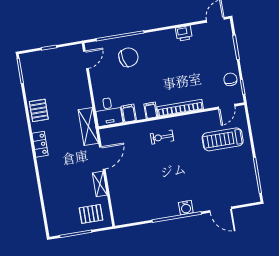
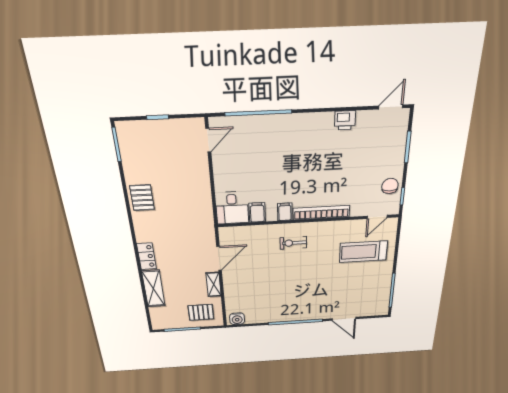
chair: (128, 57) -> (266, 143), removed
shelving: (88, 126) -> (153, 289), moved
locker: (40, 144) -> (147, 256), moved
water cooler: (186, 208) -> (237, 319), moved

